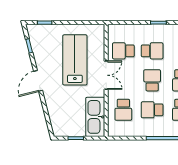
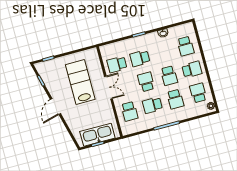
school desk: (152, 51) -> (140, 58), turned 180
kitchen sink: (95, 117) -> (97, 135), moved, turned 90

